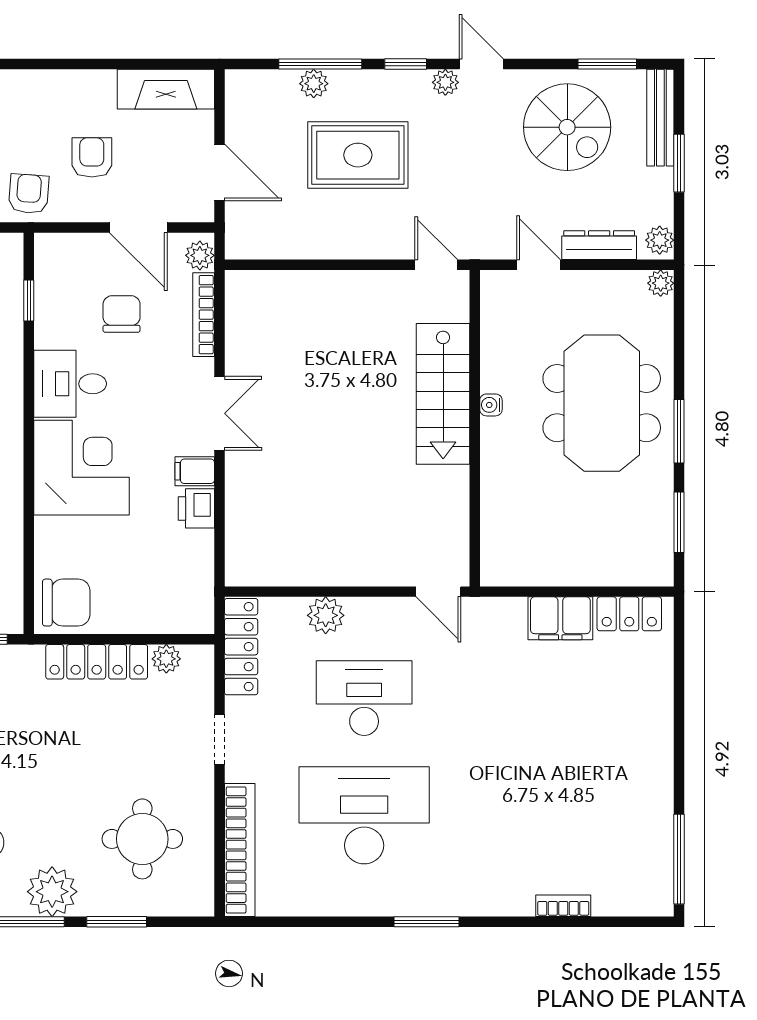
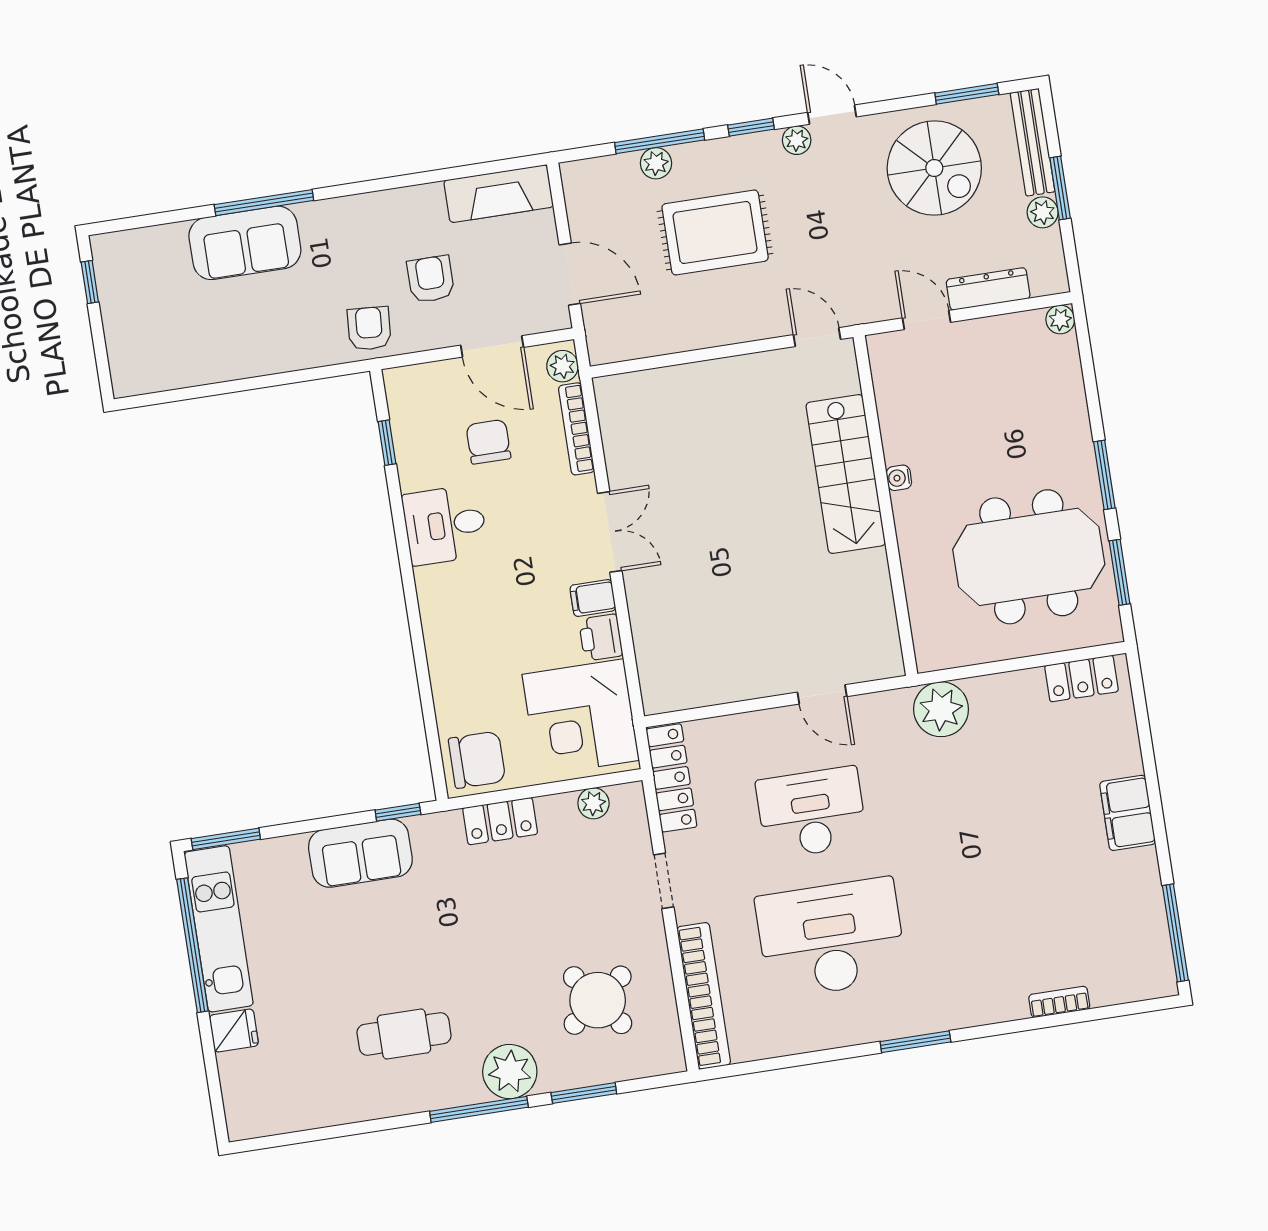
plant: (660, 240) -> (1043, 212), moved
meeting table: (602, 403) -> (1029, 557), moved, turned 90
corner desk: (82, 468) -> (581, 717), moved, turned 180
door: (438, 592) -> (822, 694), moved
plant: (326, 615) -> (941, 709), moved, width x1.36, depth x1.36
filing cabinet: (560, 618) -> (1128, 813), moved, turned 90
locker: (97, 662) -> (500, 821), width x0.66
round table: (142, 839) -> (598, 1000), turned -37

